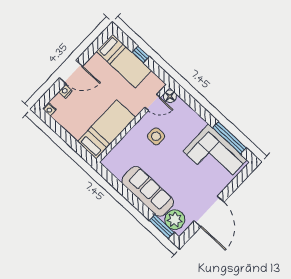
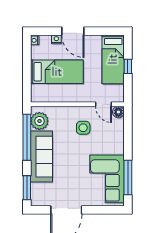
bed: (107, 129) -> (57, 72), moved
window: (121, 188) -> (27, 137), added
plant: (175, 220) -> (39, 121), moved

